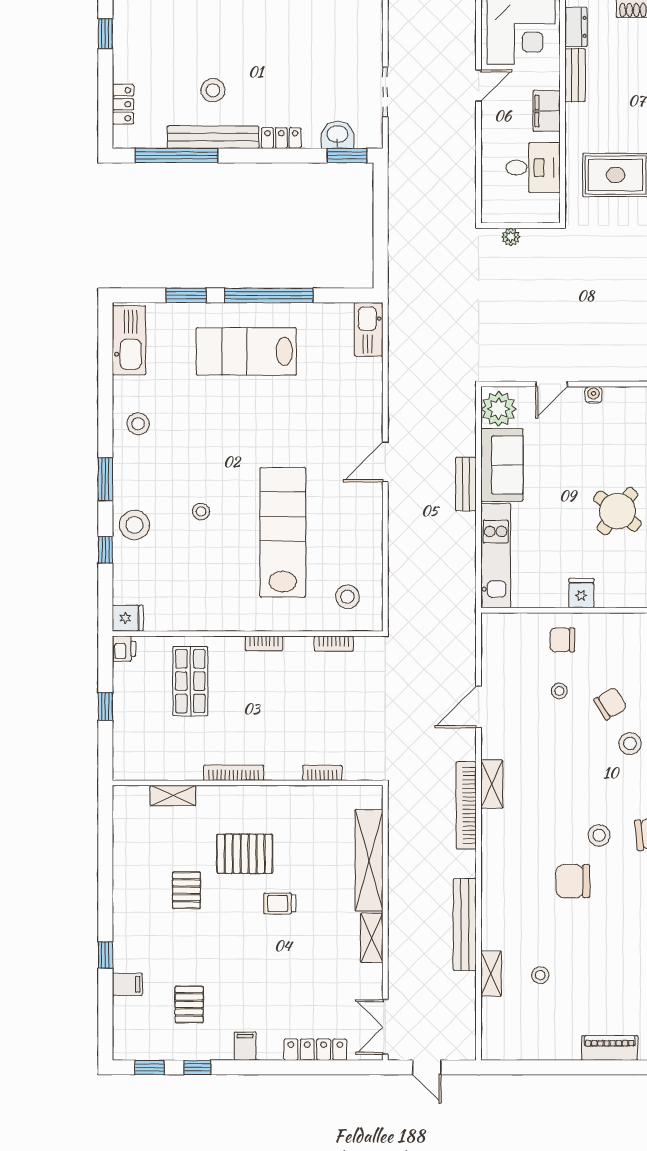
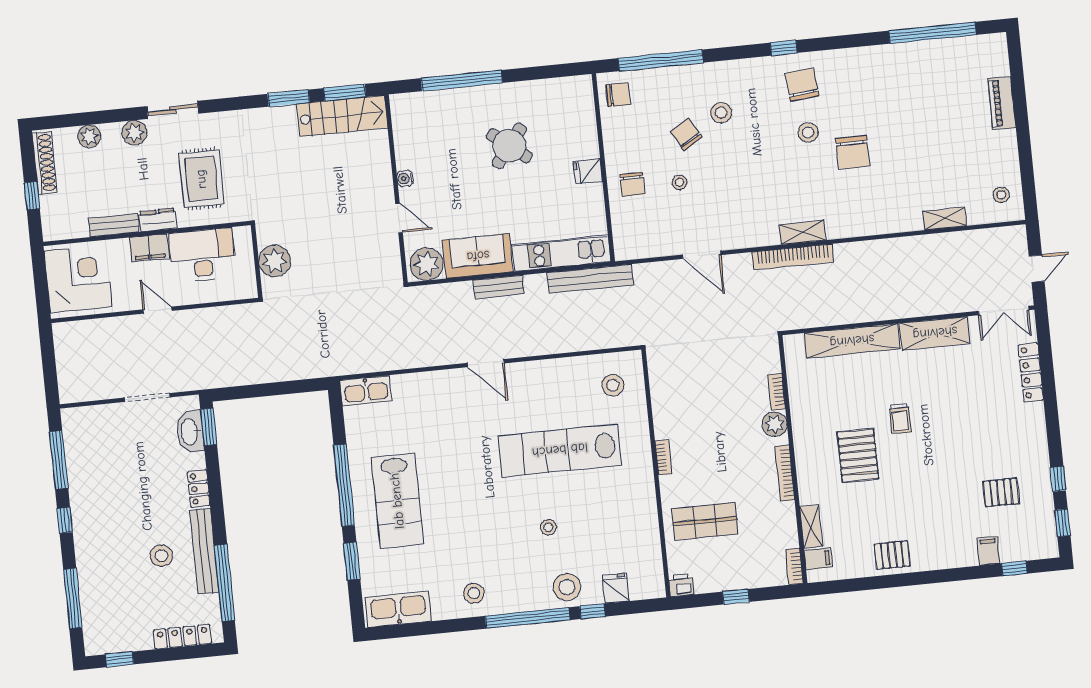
dresser: (576, 27) -> (158, 220), moved
door: (479, 86) -> (157, 310), moved
locker: (123, 104) -> (182, 637), width x1.53
washbasin: (337, 135) -> (190, 432), width x1.38
desk: (533, 168) -> (202, 255), width x1.37
plant: (511, 237) -> (275, 261), width x1.88, depth x1.88
window: (105, 479) -> (527, 618), width x2.11
fridge: (128, 618) -> (616, 588), moved
bookcase: (334, 644) -> (794, 566), moved, turned 180
plant: (288, 767) -> (775, 424), added
shelving: (492, 784) -> (803, 232), moved
pallet: (186, 890) -> (892, 555), moved
bench: (465, 925) -> (590, 279), moved
shelving: (372, 938) -> (935, 333), width x1.50, depth x1.33
window: (105, 955) -> (1014, 568), moved
stool: (540, 975) -> (1001, 195), moved
filing cabinet: (245, 1046) -> (818, 559), moved, turned 180

